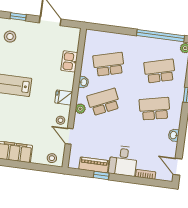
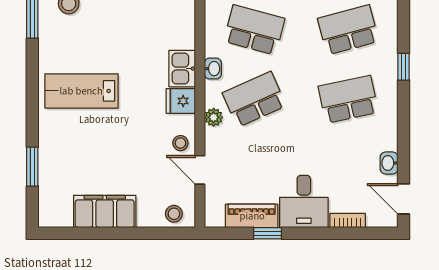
kitchen sink: (69, 61) -> (182, 69), moved
school desk: (109, 64) -> (254, 30), turned 30
washbasin: (174, 135) -> (389, 163), moved

